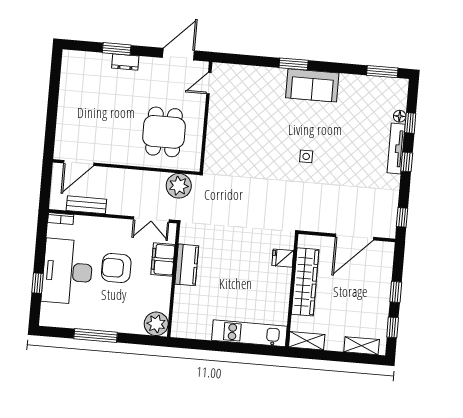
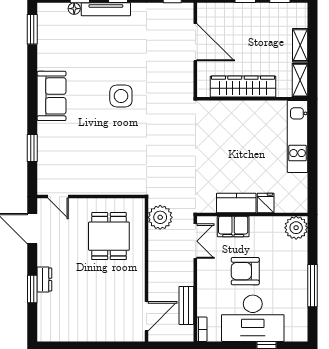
window: (294, 64) -> (32, 148), moved
dining table: (164, 132) -> (109, 236), turned 90
side table: (306, 156) -> (121, 96), width x1.87, depth x1.87
door: (79, 163) -> (146, 316), hinge flipped
fridge: (283, 258) -> (266, 203), moved, turned 180
armchair: (116, 268) -> (245, 271), turned 90
shelving: (362, 346) -> (300, 45), moved

